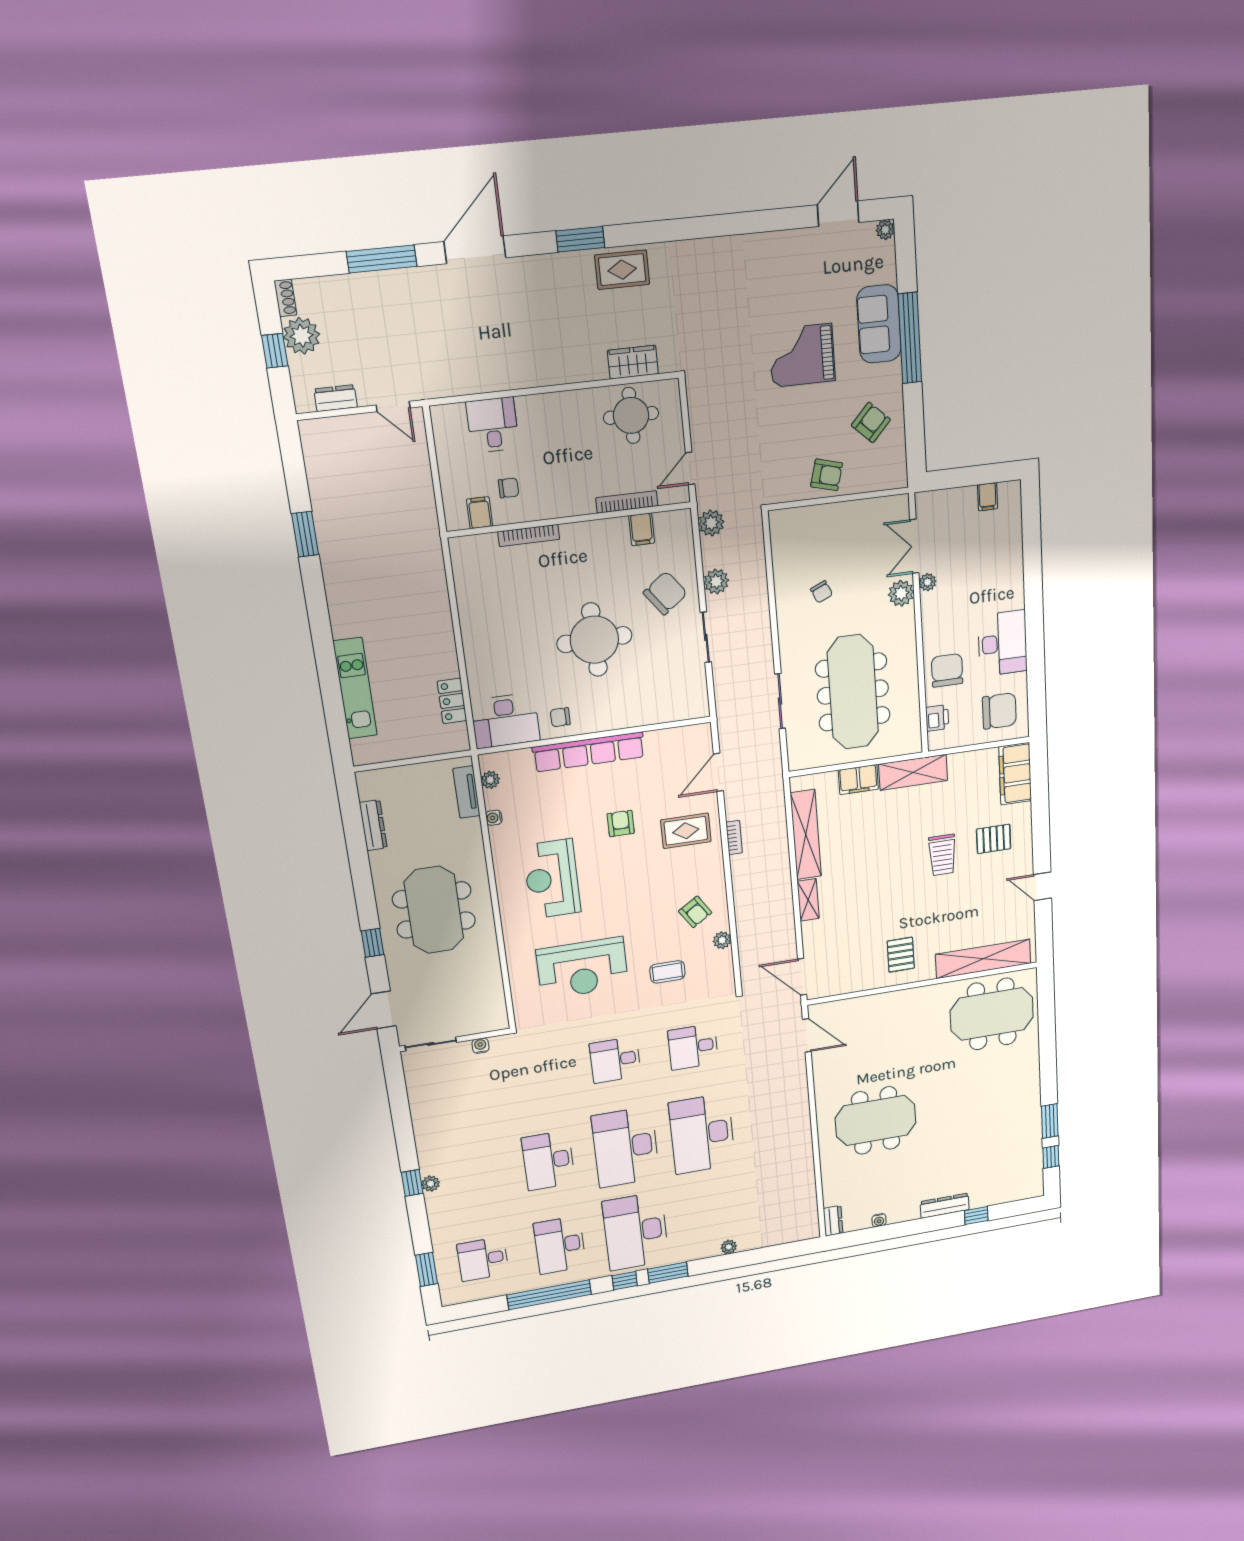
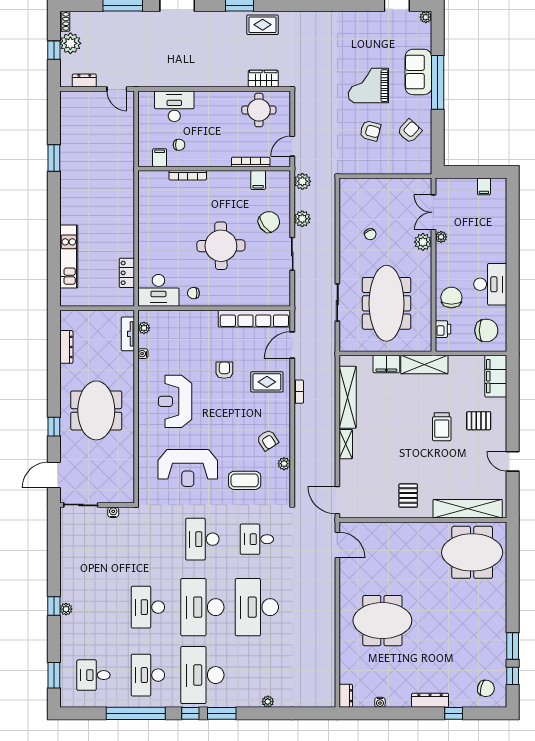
desk: (493, 425) -> (174, 106), width x1.37
armchair: (827, 475) -> (370, 131), moved
row of seats: (589, 752) -> (254, 319), moved
coffee table: (667, 972) -> (245, 480), width x1.36, depth x1.30
desk: (615, 1060) -> (202, 539), width x1.37
chair: (1017, 1178) -> (486, 688), added

